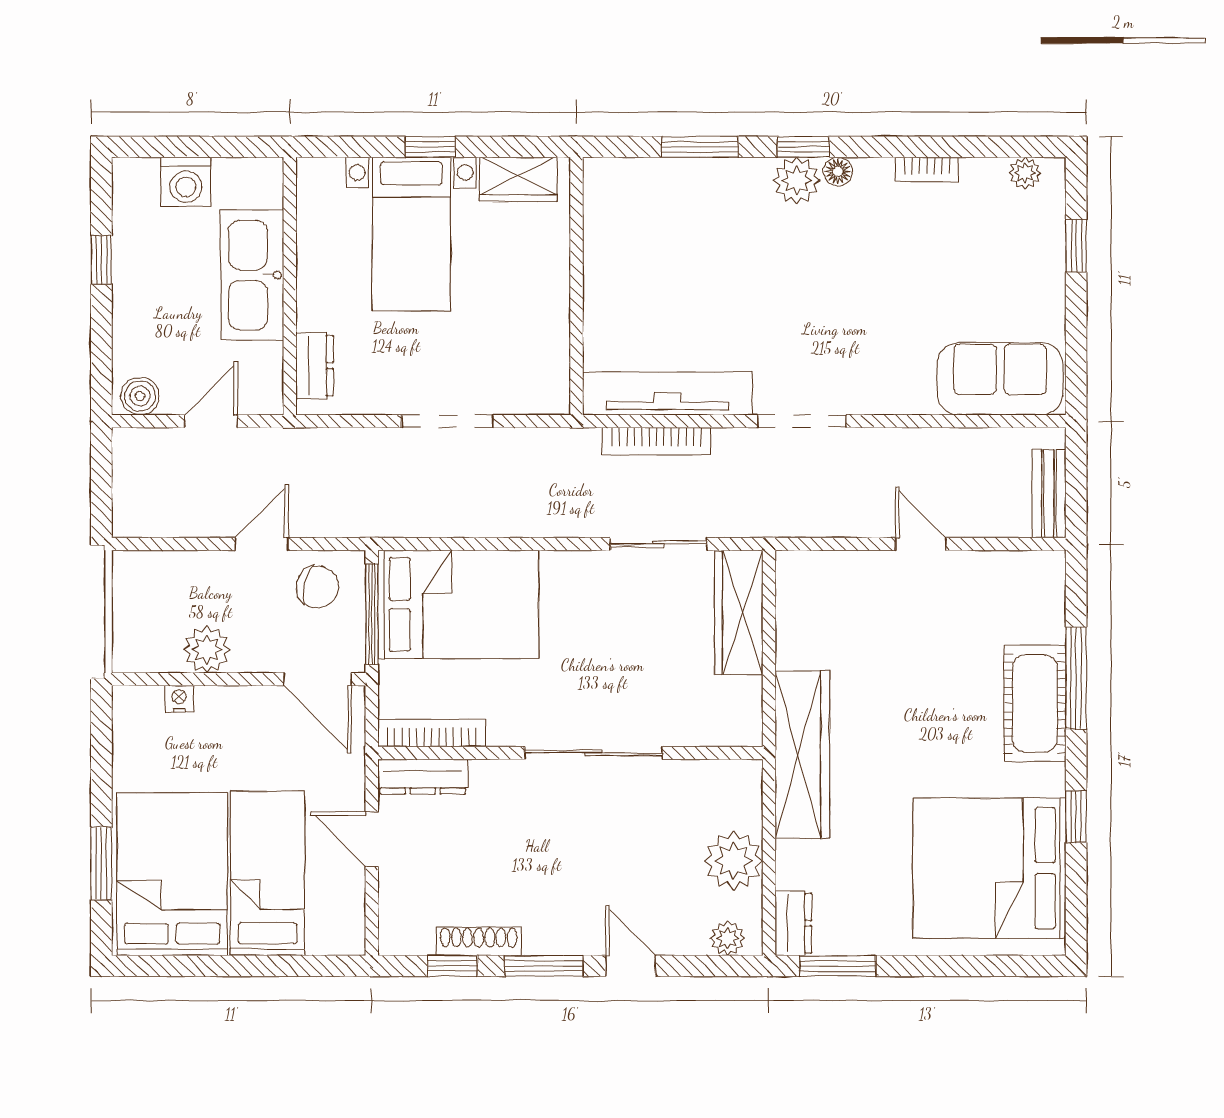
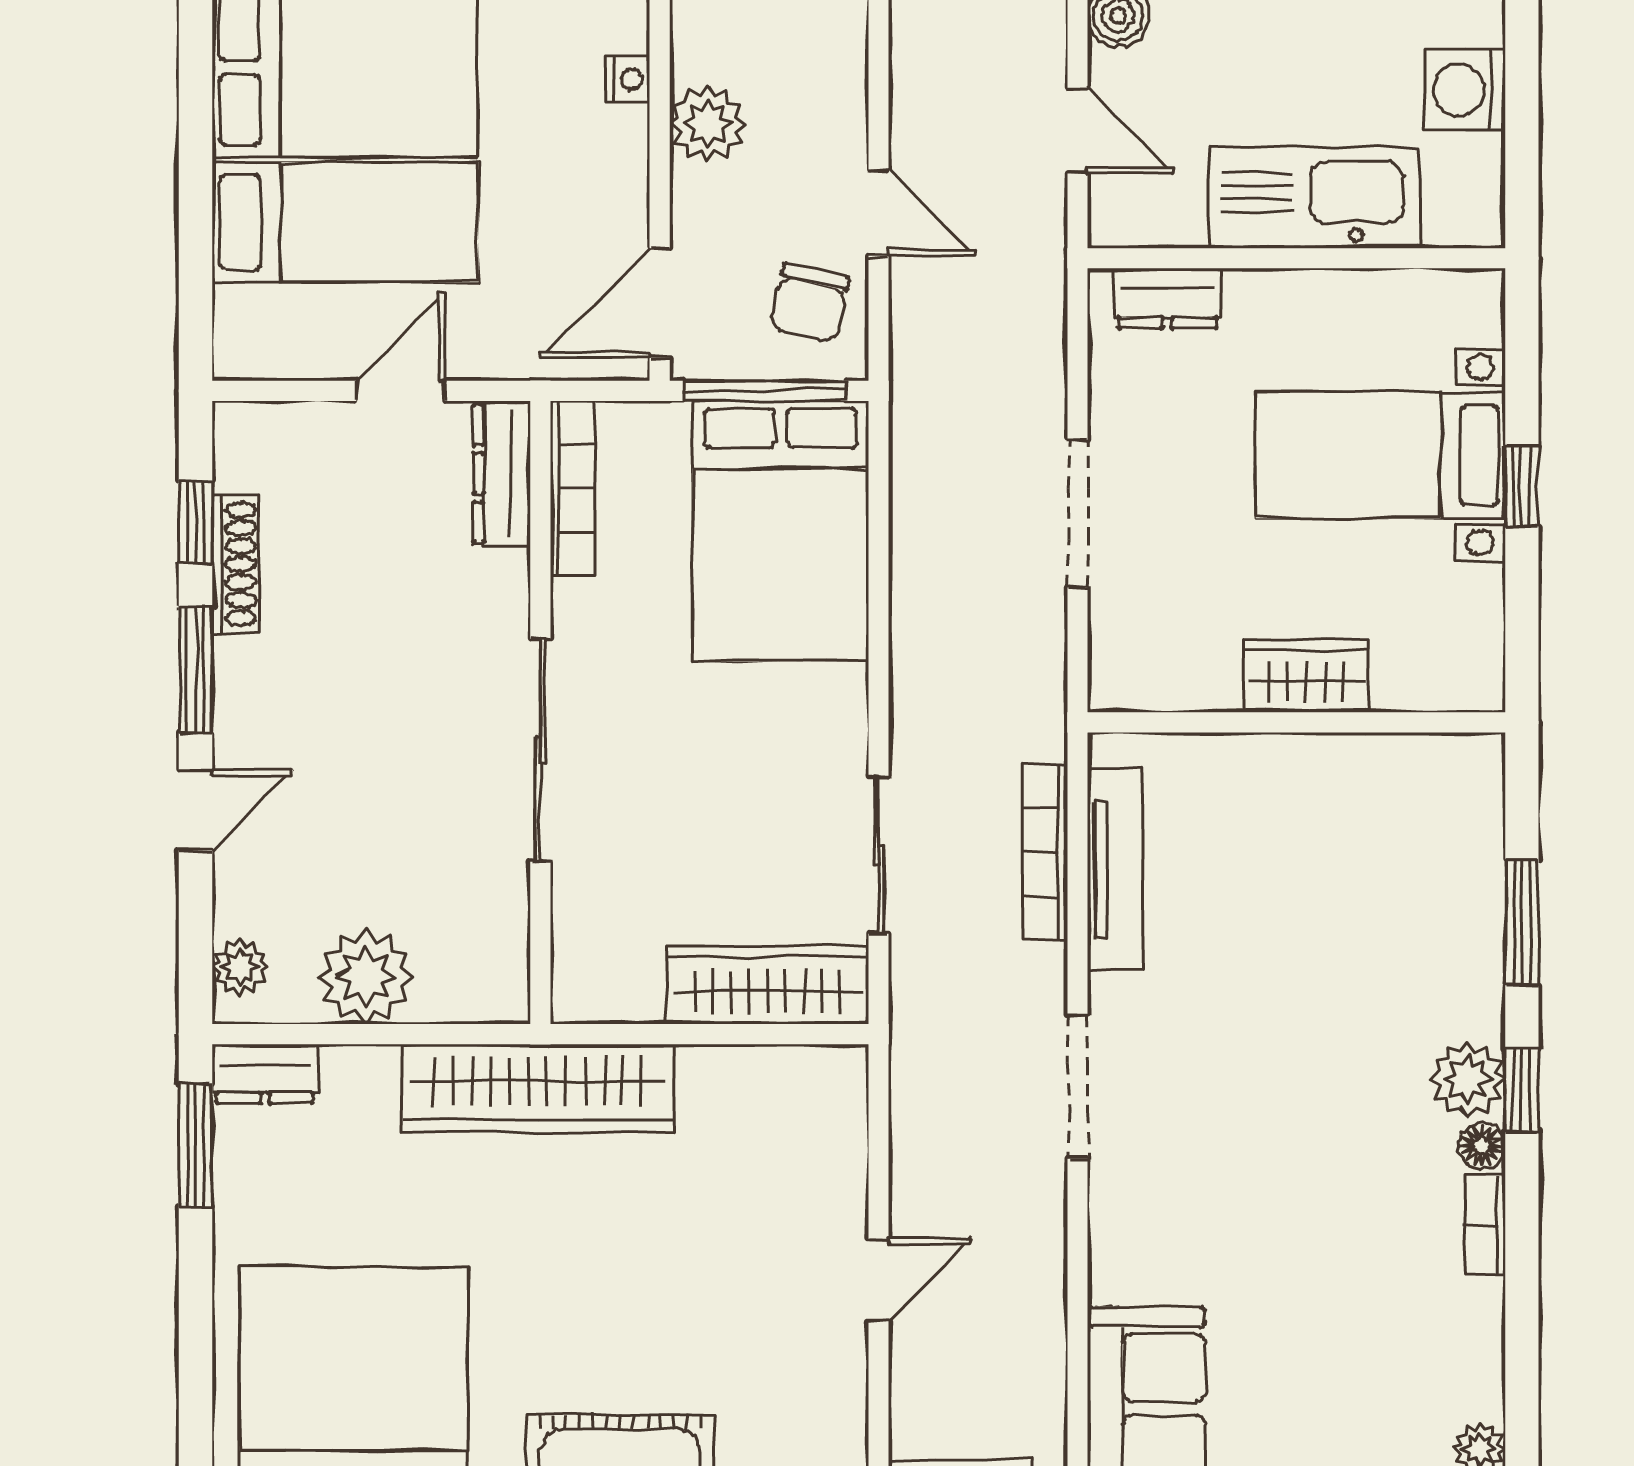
bookcase: (927, 170) -> (1485, 1225), moved
wardrobe: (518, 179) -> (1307, 676), moved, turned 90
tv unit: (668, 393) -> (1115, 870), width x0.73, depth x0.78

